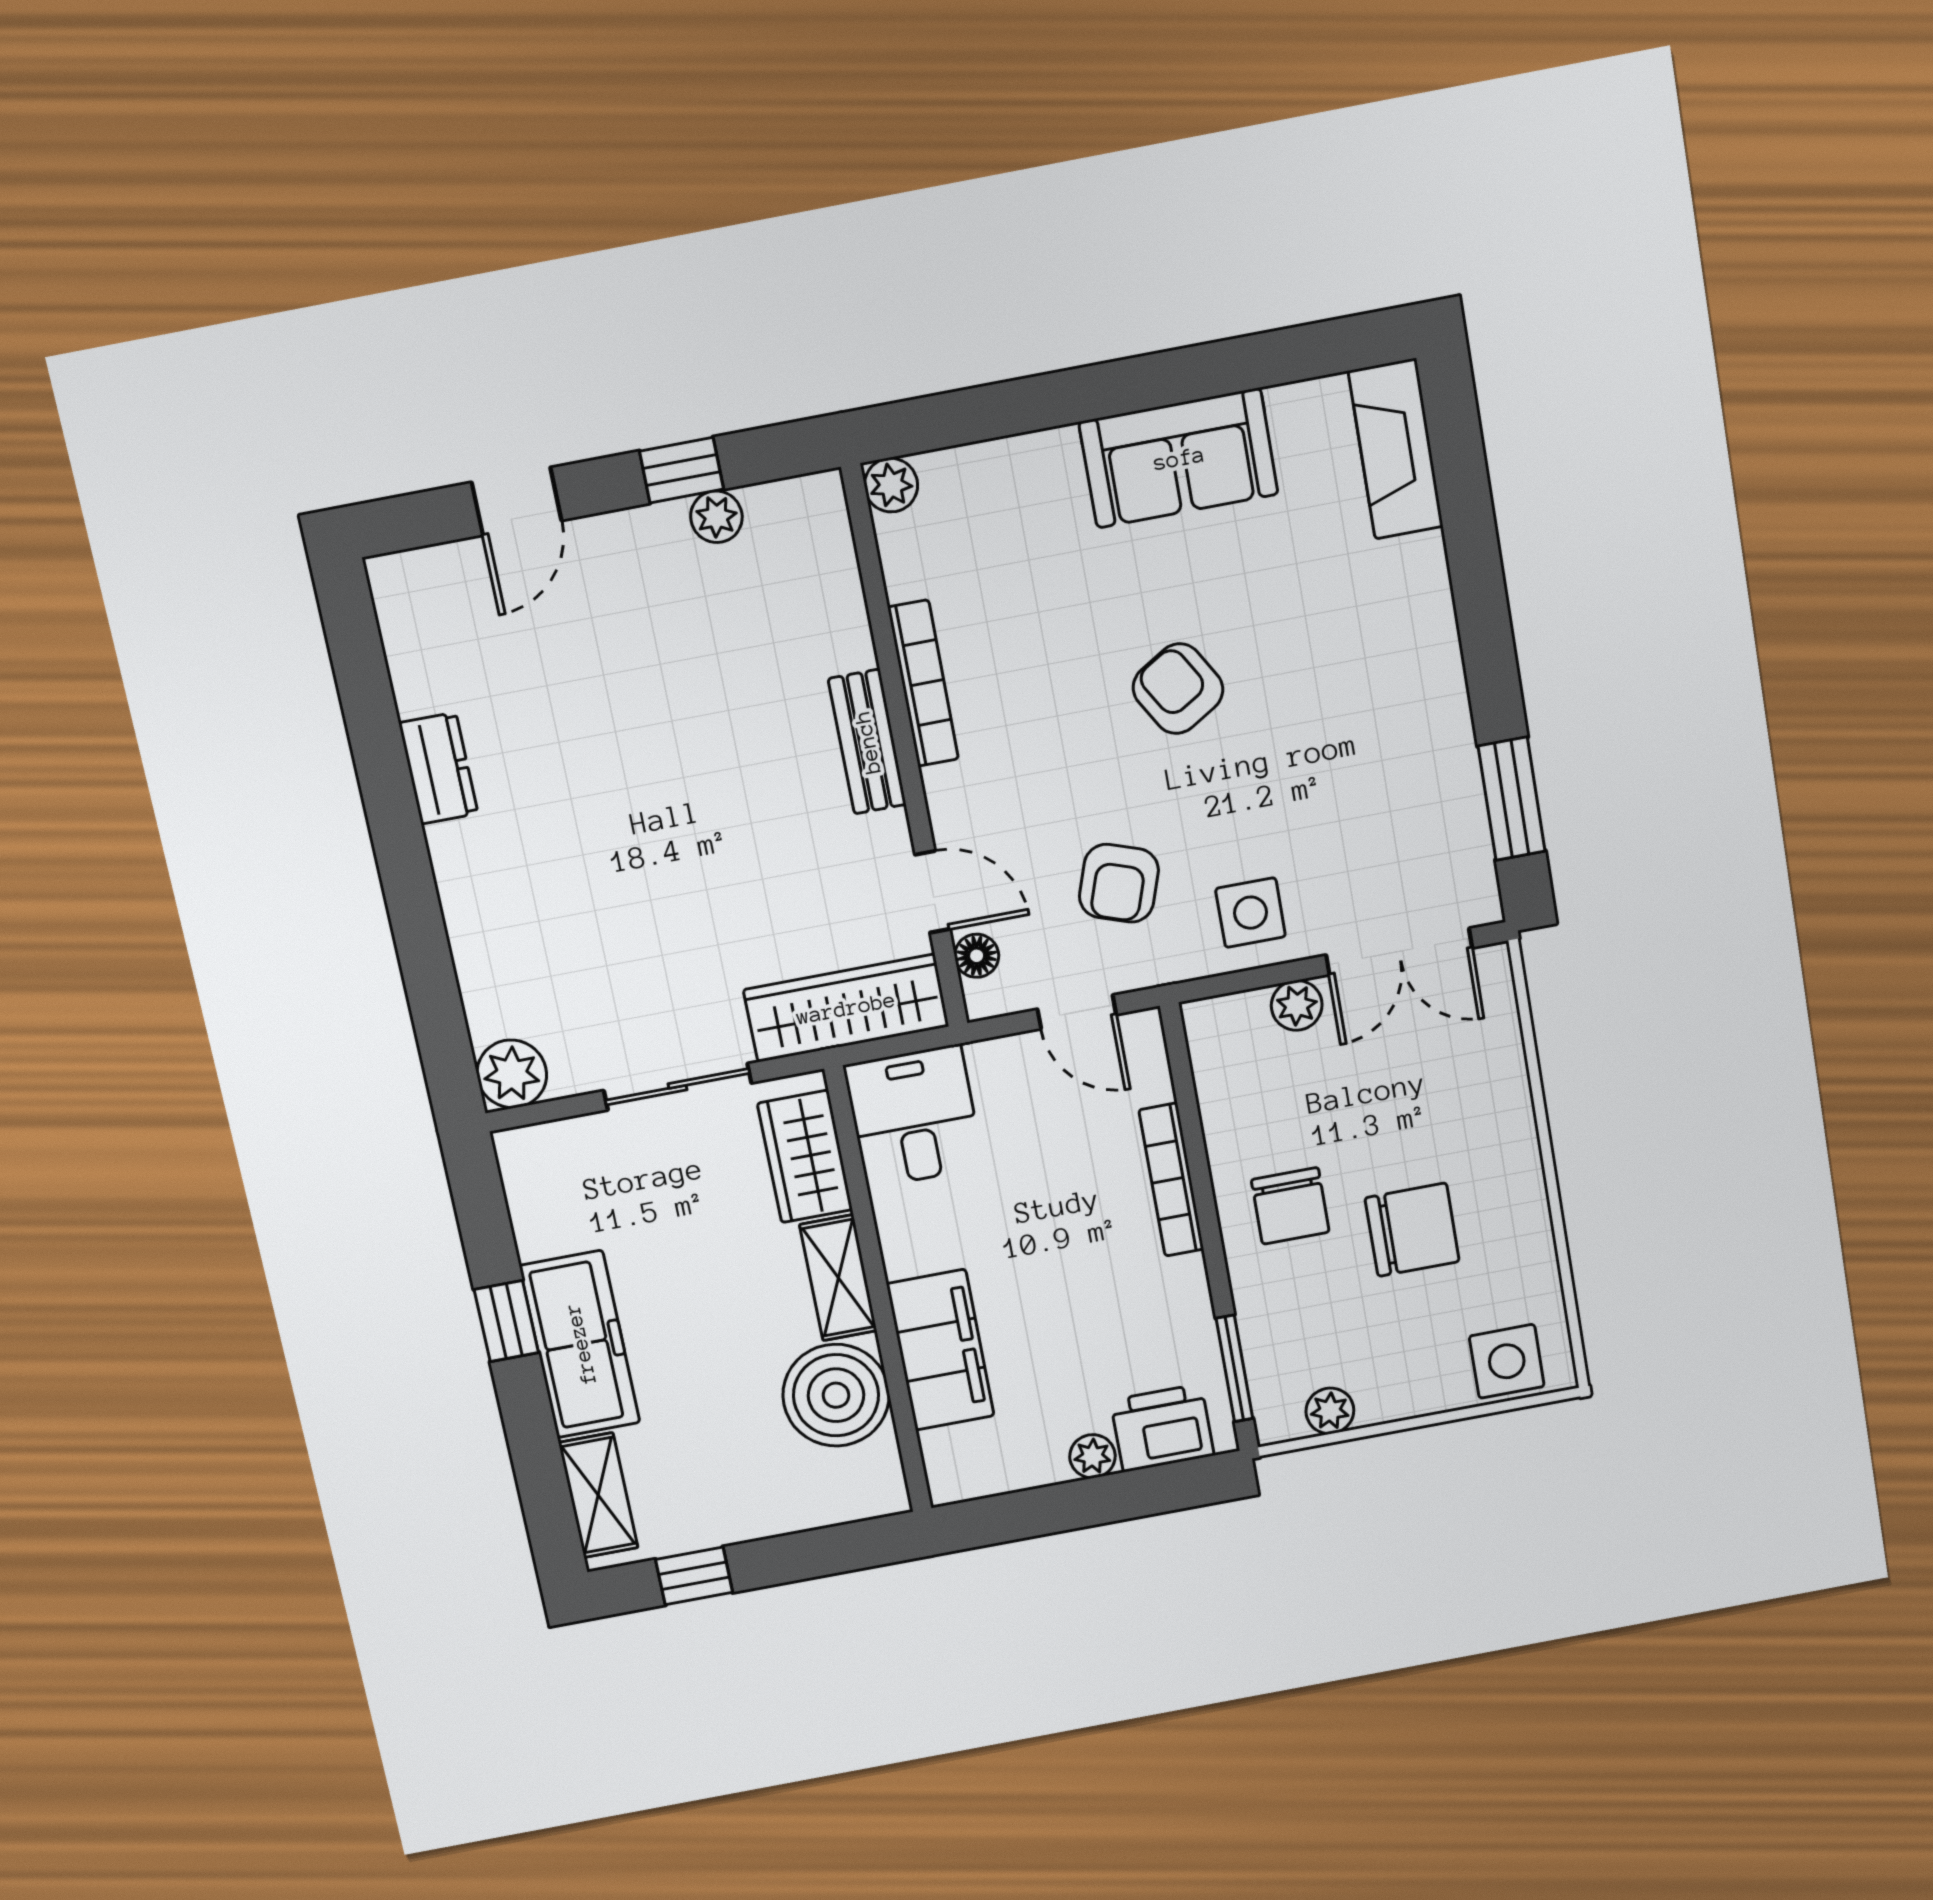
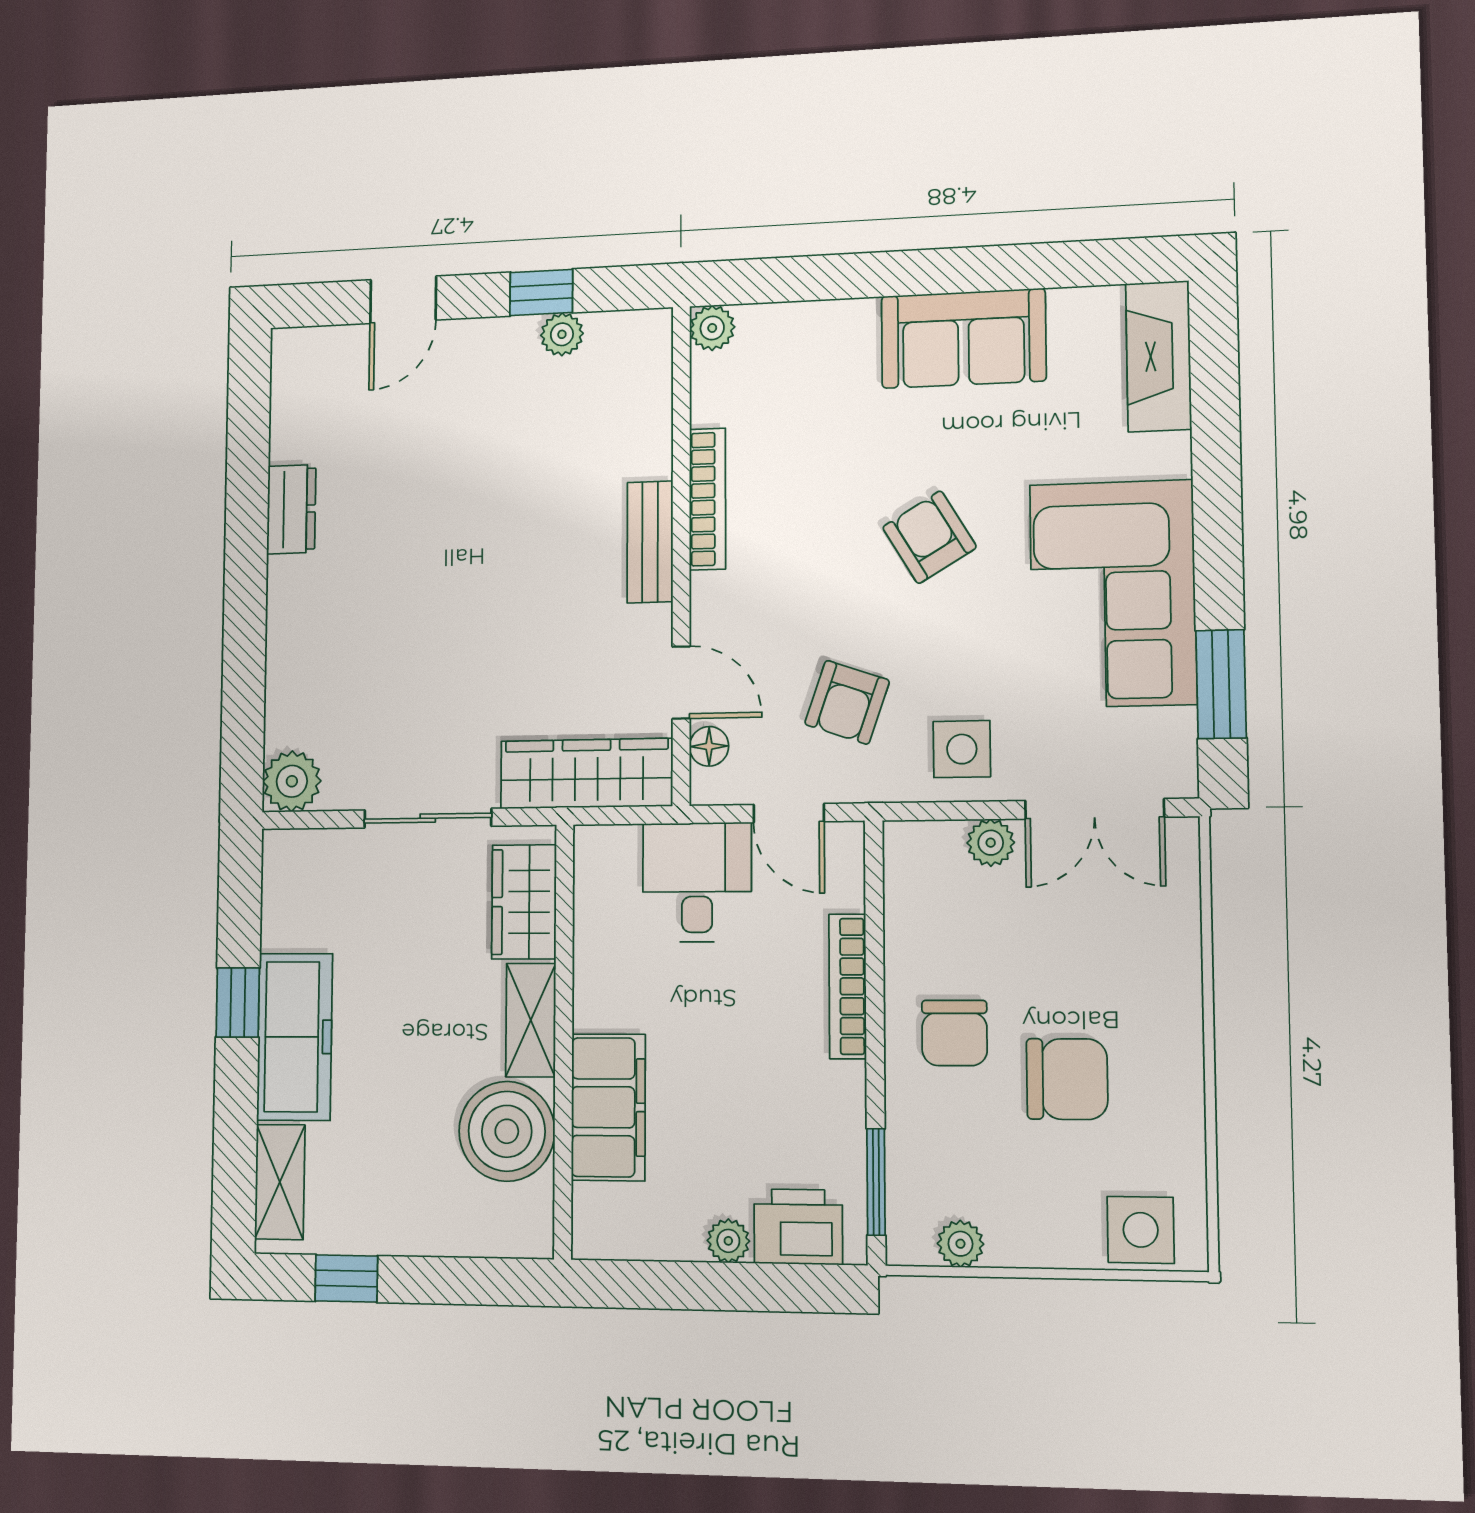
corner sofa: (1385, 720) -> (1113, 594), added
desk: (914, 1116) -> (697, 882), moved

